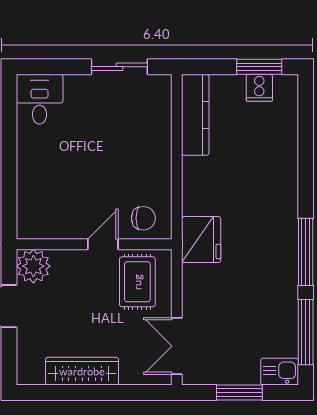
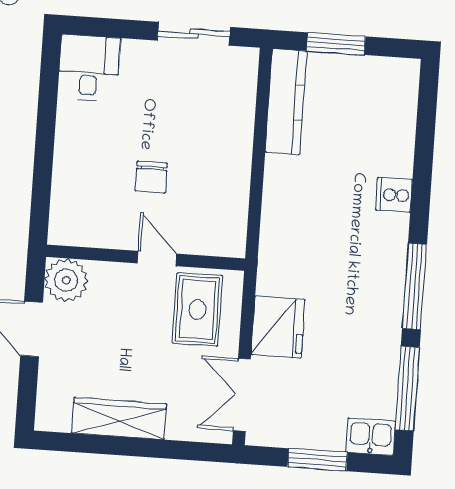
window: (259, 67) -> (336, 44), moved
cooker: (259, 88) -> (394, 195), moved, turned 90
chair: (143, 218) -> (151, 177), moved, turned 90
fridge: (201, 240) -> (278, 327), moved
door: (103, 244) -> (157, 258), hinge flipped

